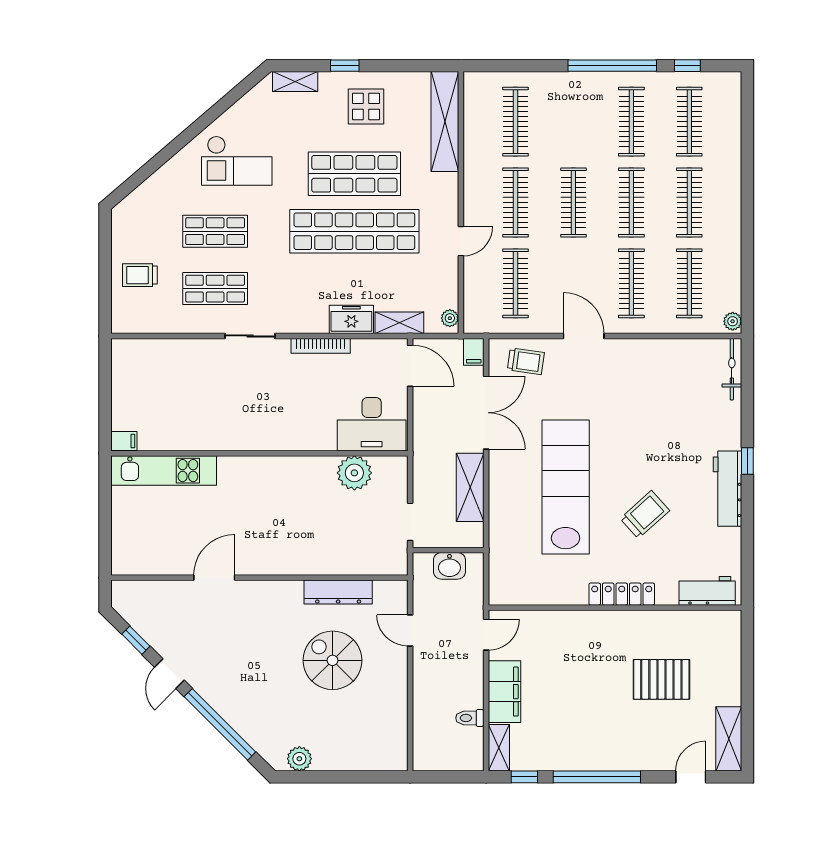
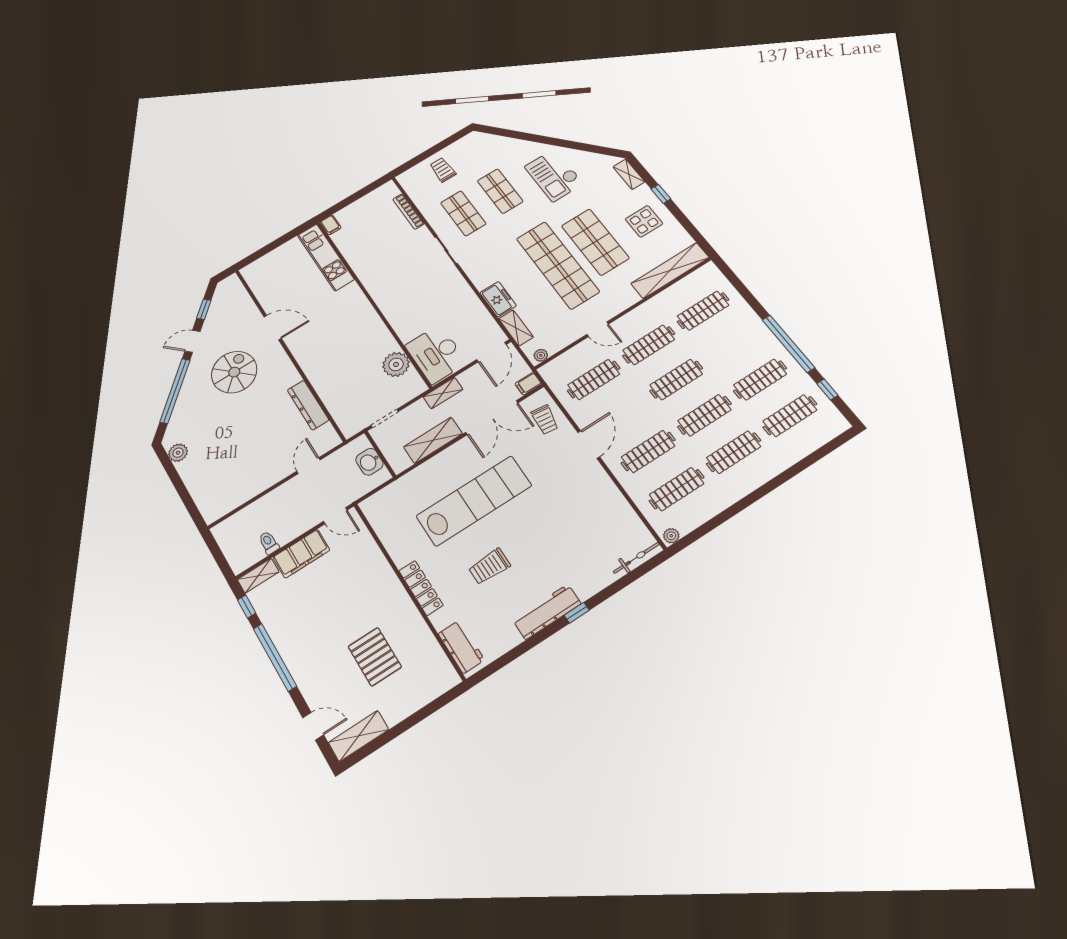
bookcase: (321, 346) -> (408, 211), moved
shelving: (423, 445) -> (443, 393), added
trolley: (645, 515) -> (489, 566), turned 132
spiral stairs: (333, 660) -> (234, 372), moved

